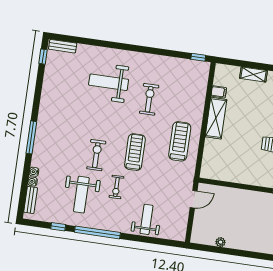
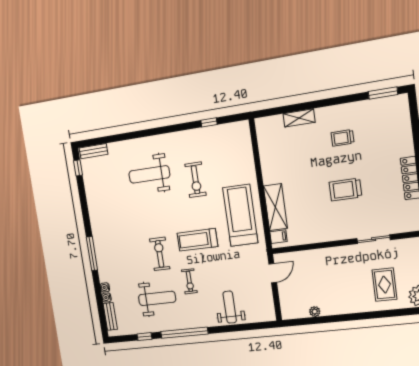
window: (198, 57) -> (209, 122), moved
filing cabinet: (219, 92) -> (278, 237), moved
exercise bike: (149, 99) -> (195, 180), turned 180
shelving: (216, 118) -> (275, 207), moved
treadmill: (180, 141) -> (240, 215), width x1.37, depth x1.38
treadmill: (135, 152) -> (197, 240), turned -90
weight bench: (81, 195) -> (157, 298), turned -90

